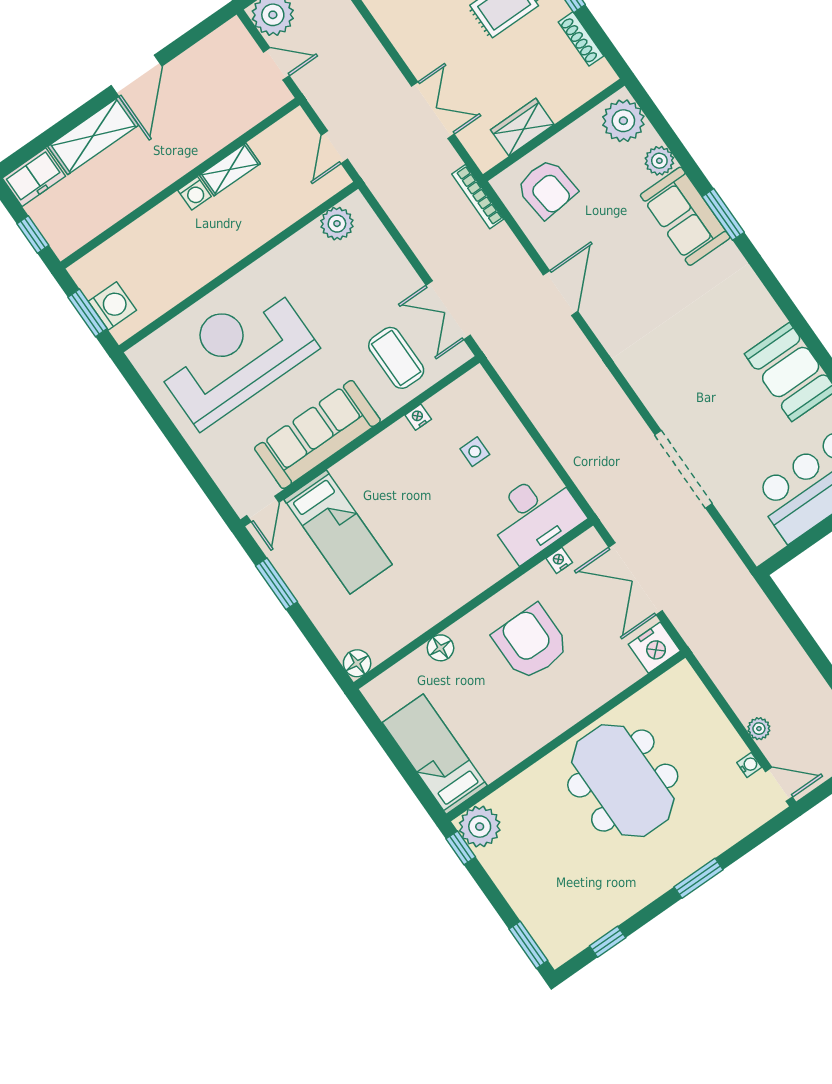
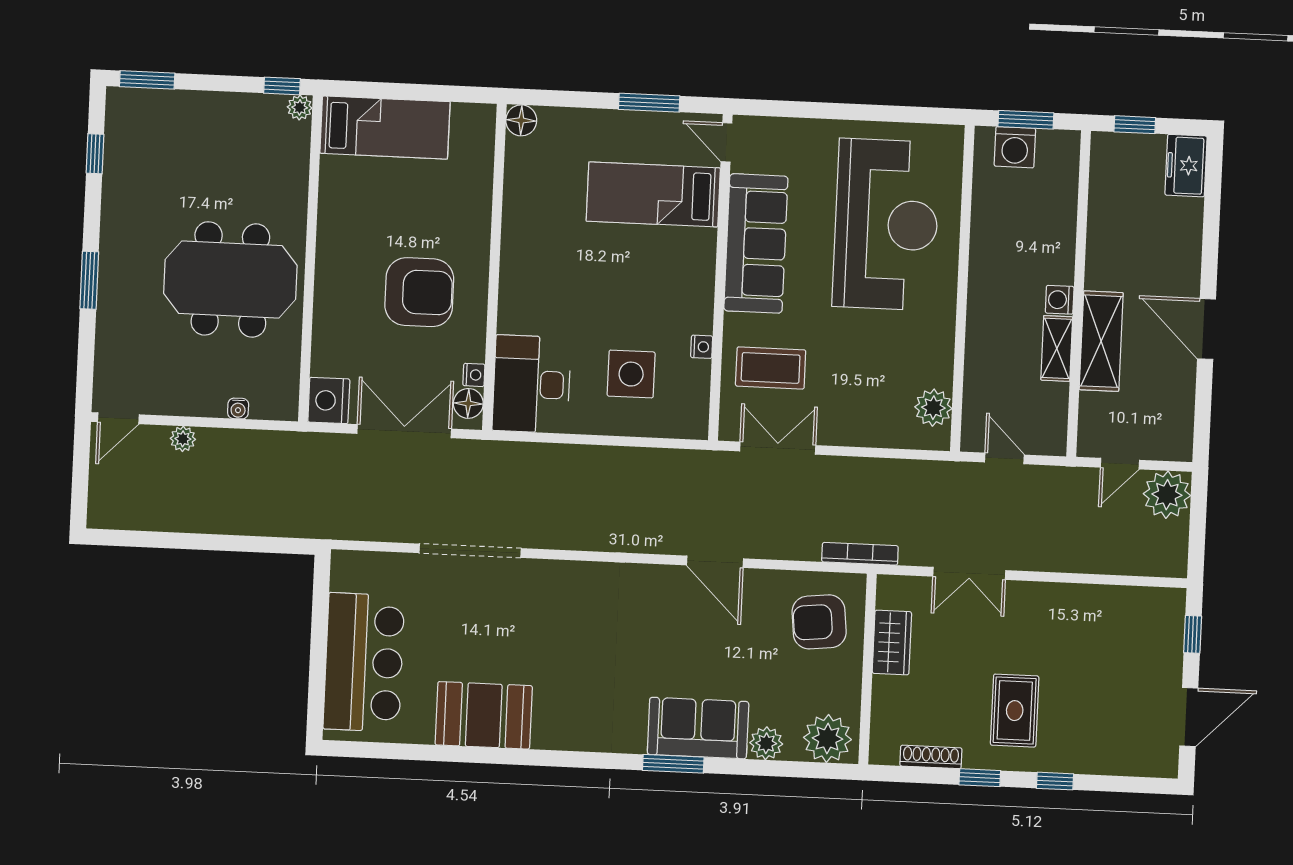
shelving: (93, 136) -> (1101, 341), moved
side table: (475, 452) -> (631, 374), width x1.87, depth x1.87
floor lamp: (440, 648) -> (468, 403), moved
water cooler: (749, 765) -> (238, 409), moved
plant: (480, 827) -> (300, 107), width x0.53, depth x0.53

